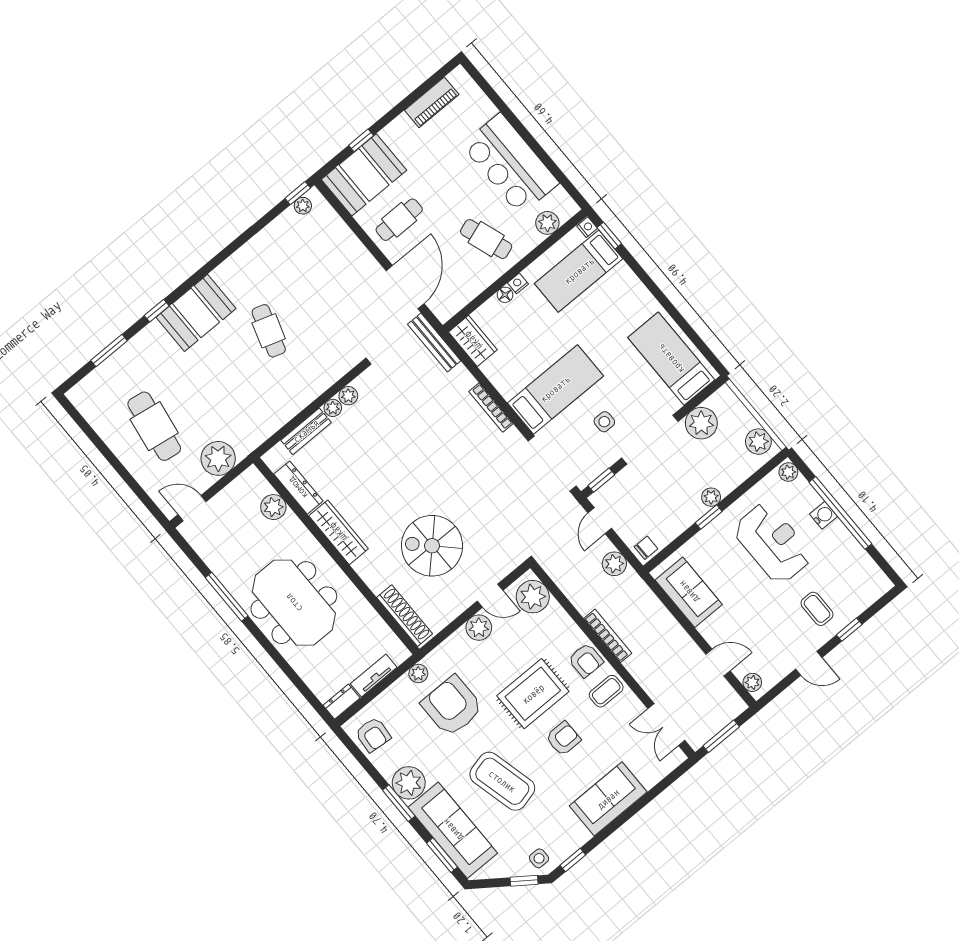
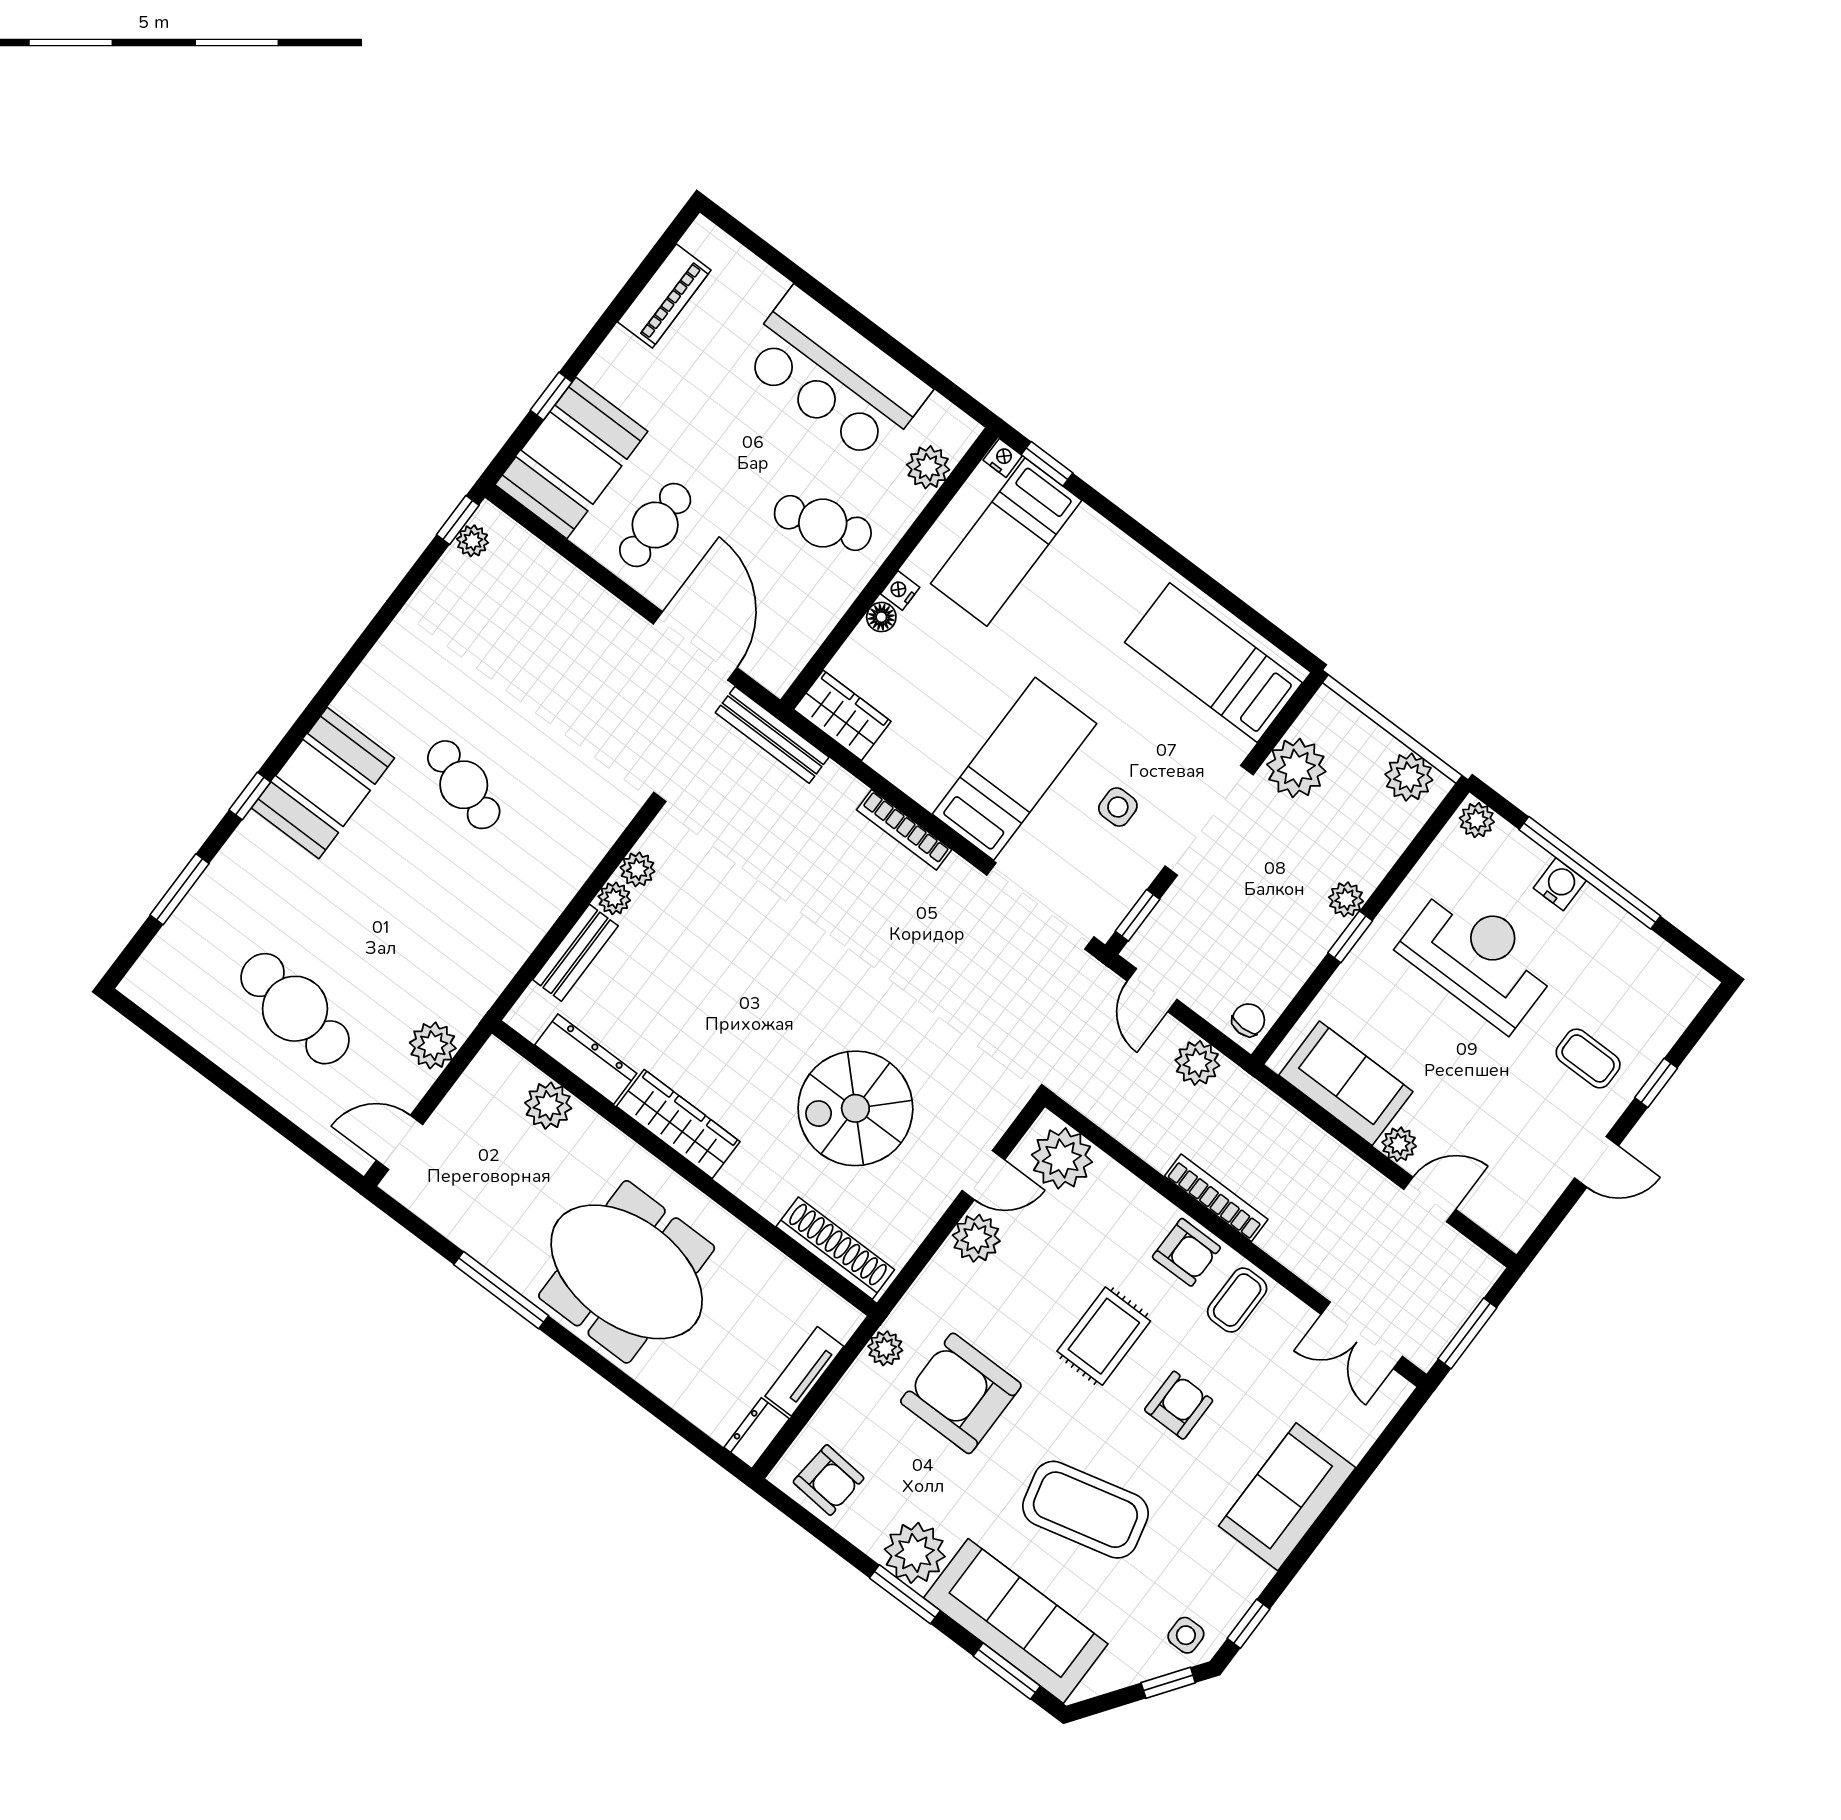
plant: (218, 458) -> (433, 1045), width x0.73, depth x0.73
plant: (752, 682) -> (1399, 1144), moved
rug: (533, 694) -> (1104, 1336), width x0.73, depth x0.70

